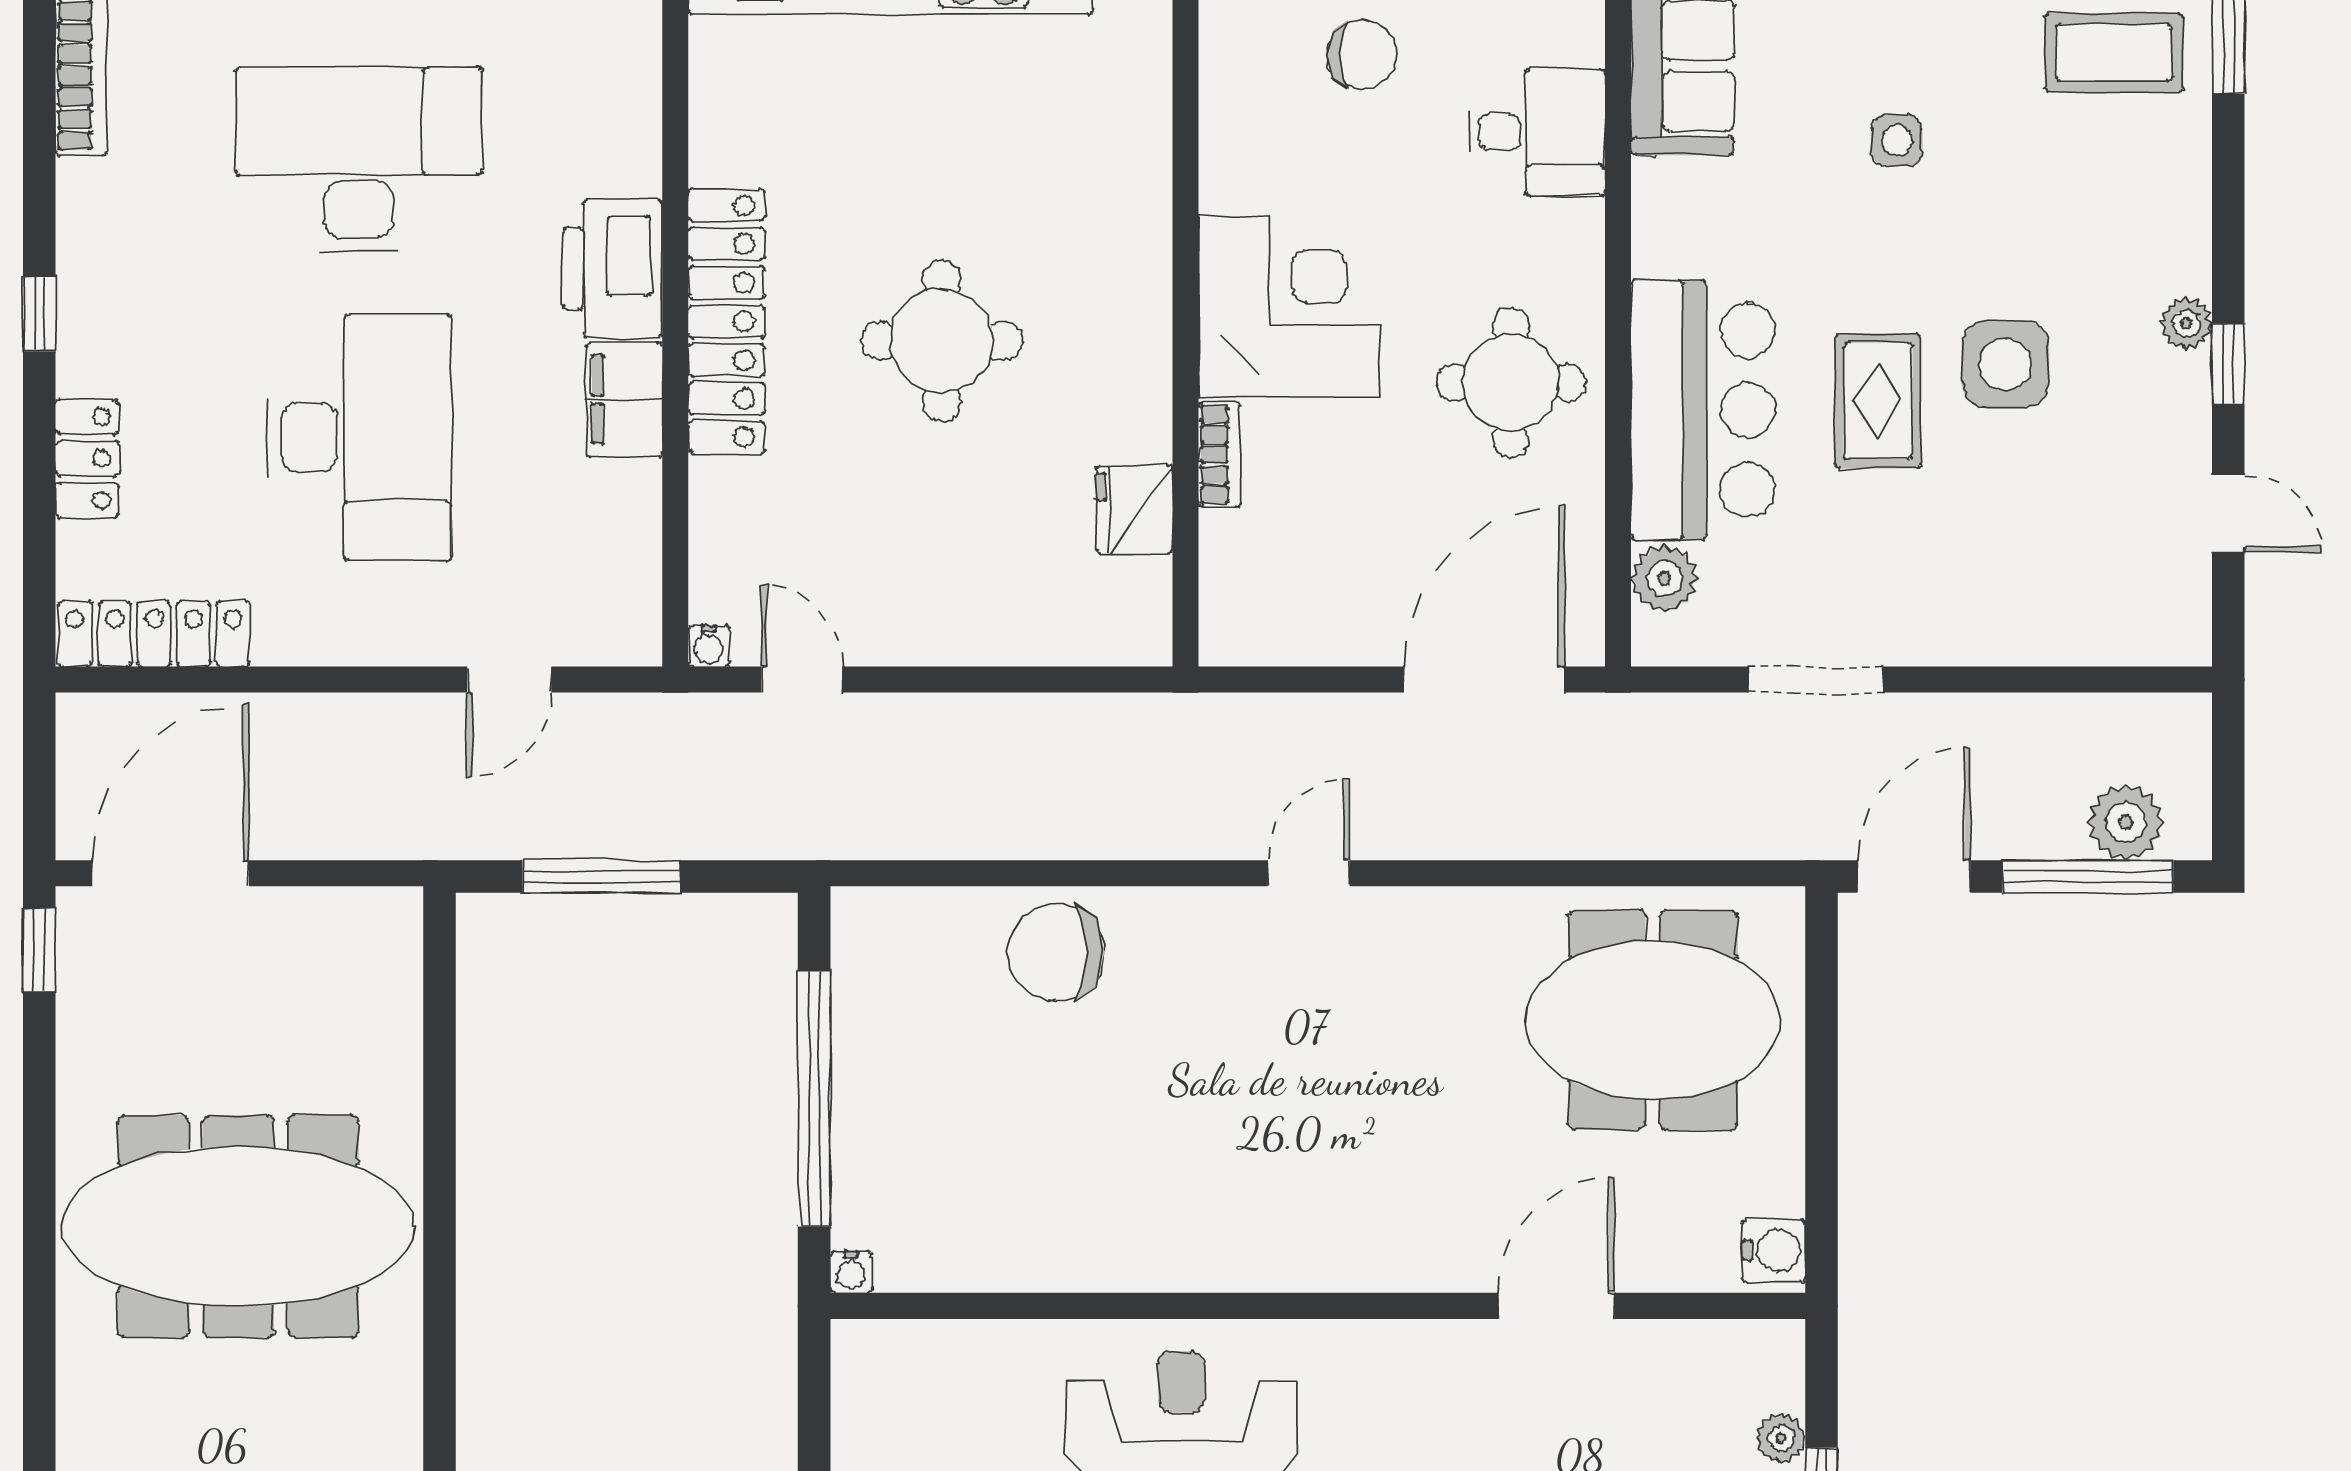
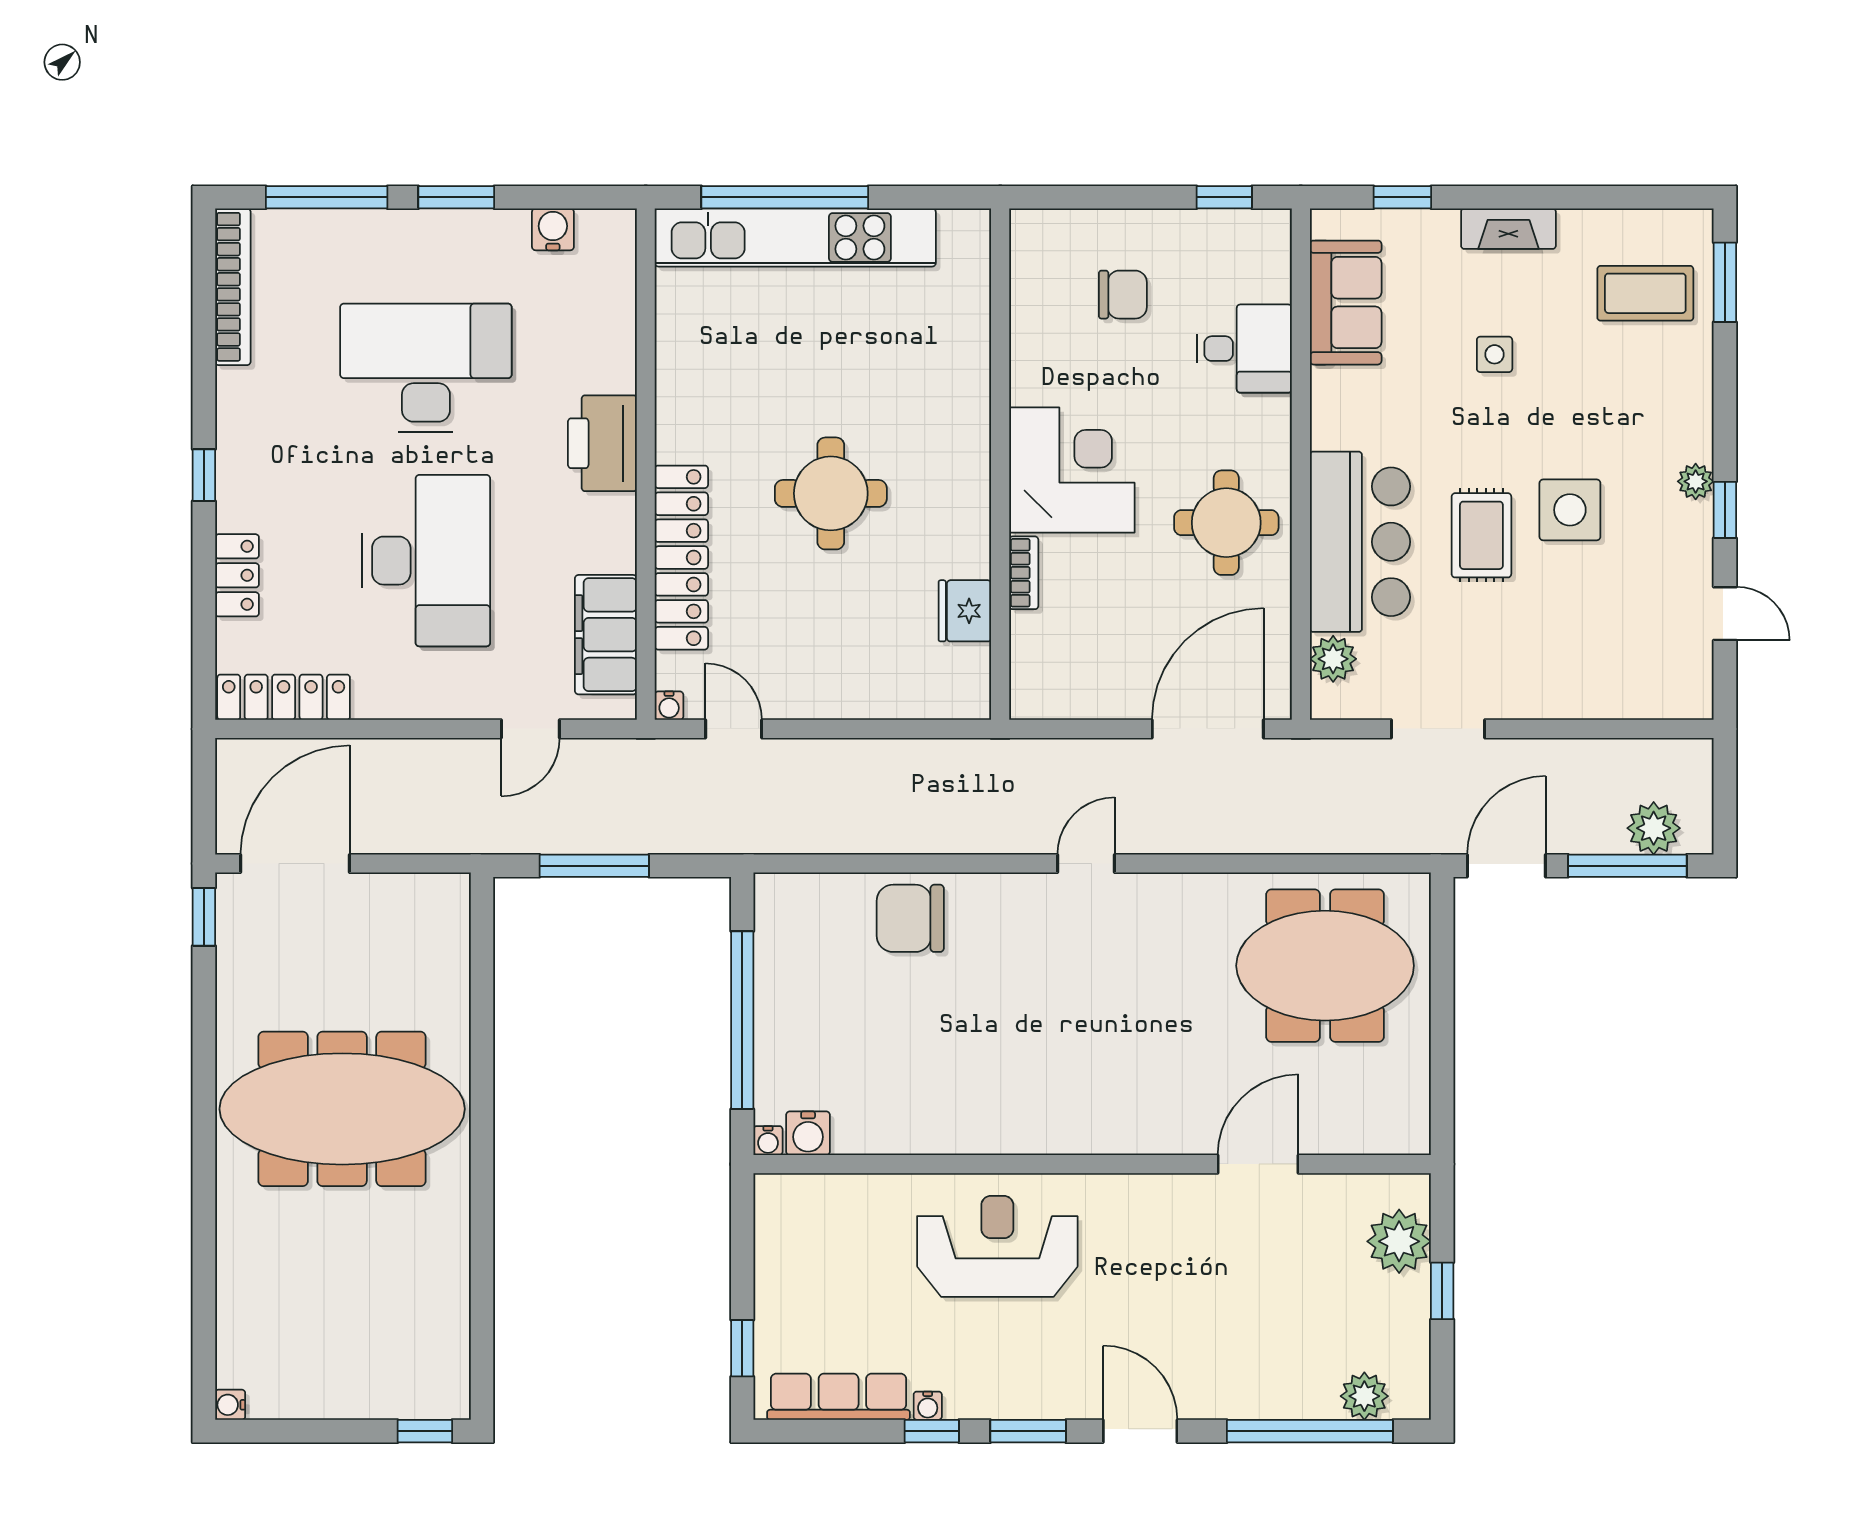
locker: (727, 321) -> (681, 558), moved
filing cabinet: (624, 400) -> (606, 635), moved, width x1.50, depth x1.17
water cooler: (1774, 1251) -> (808, 1133), moved, turned 90
plant: (1781, 1438) -> (1399, 1241), width x1.87, depth x1.87

